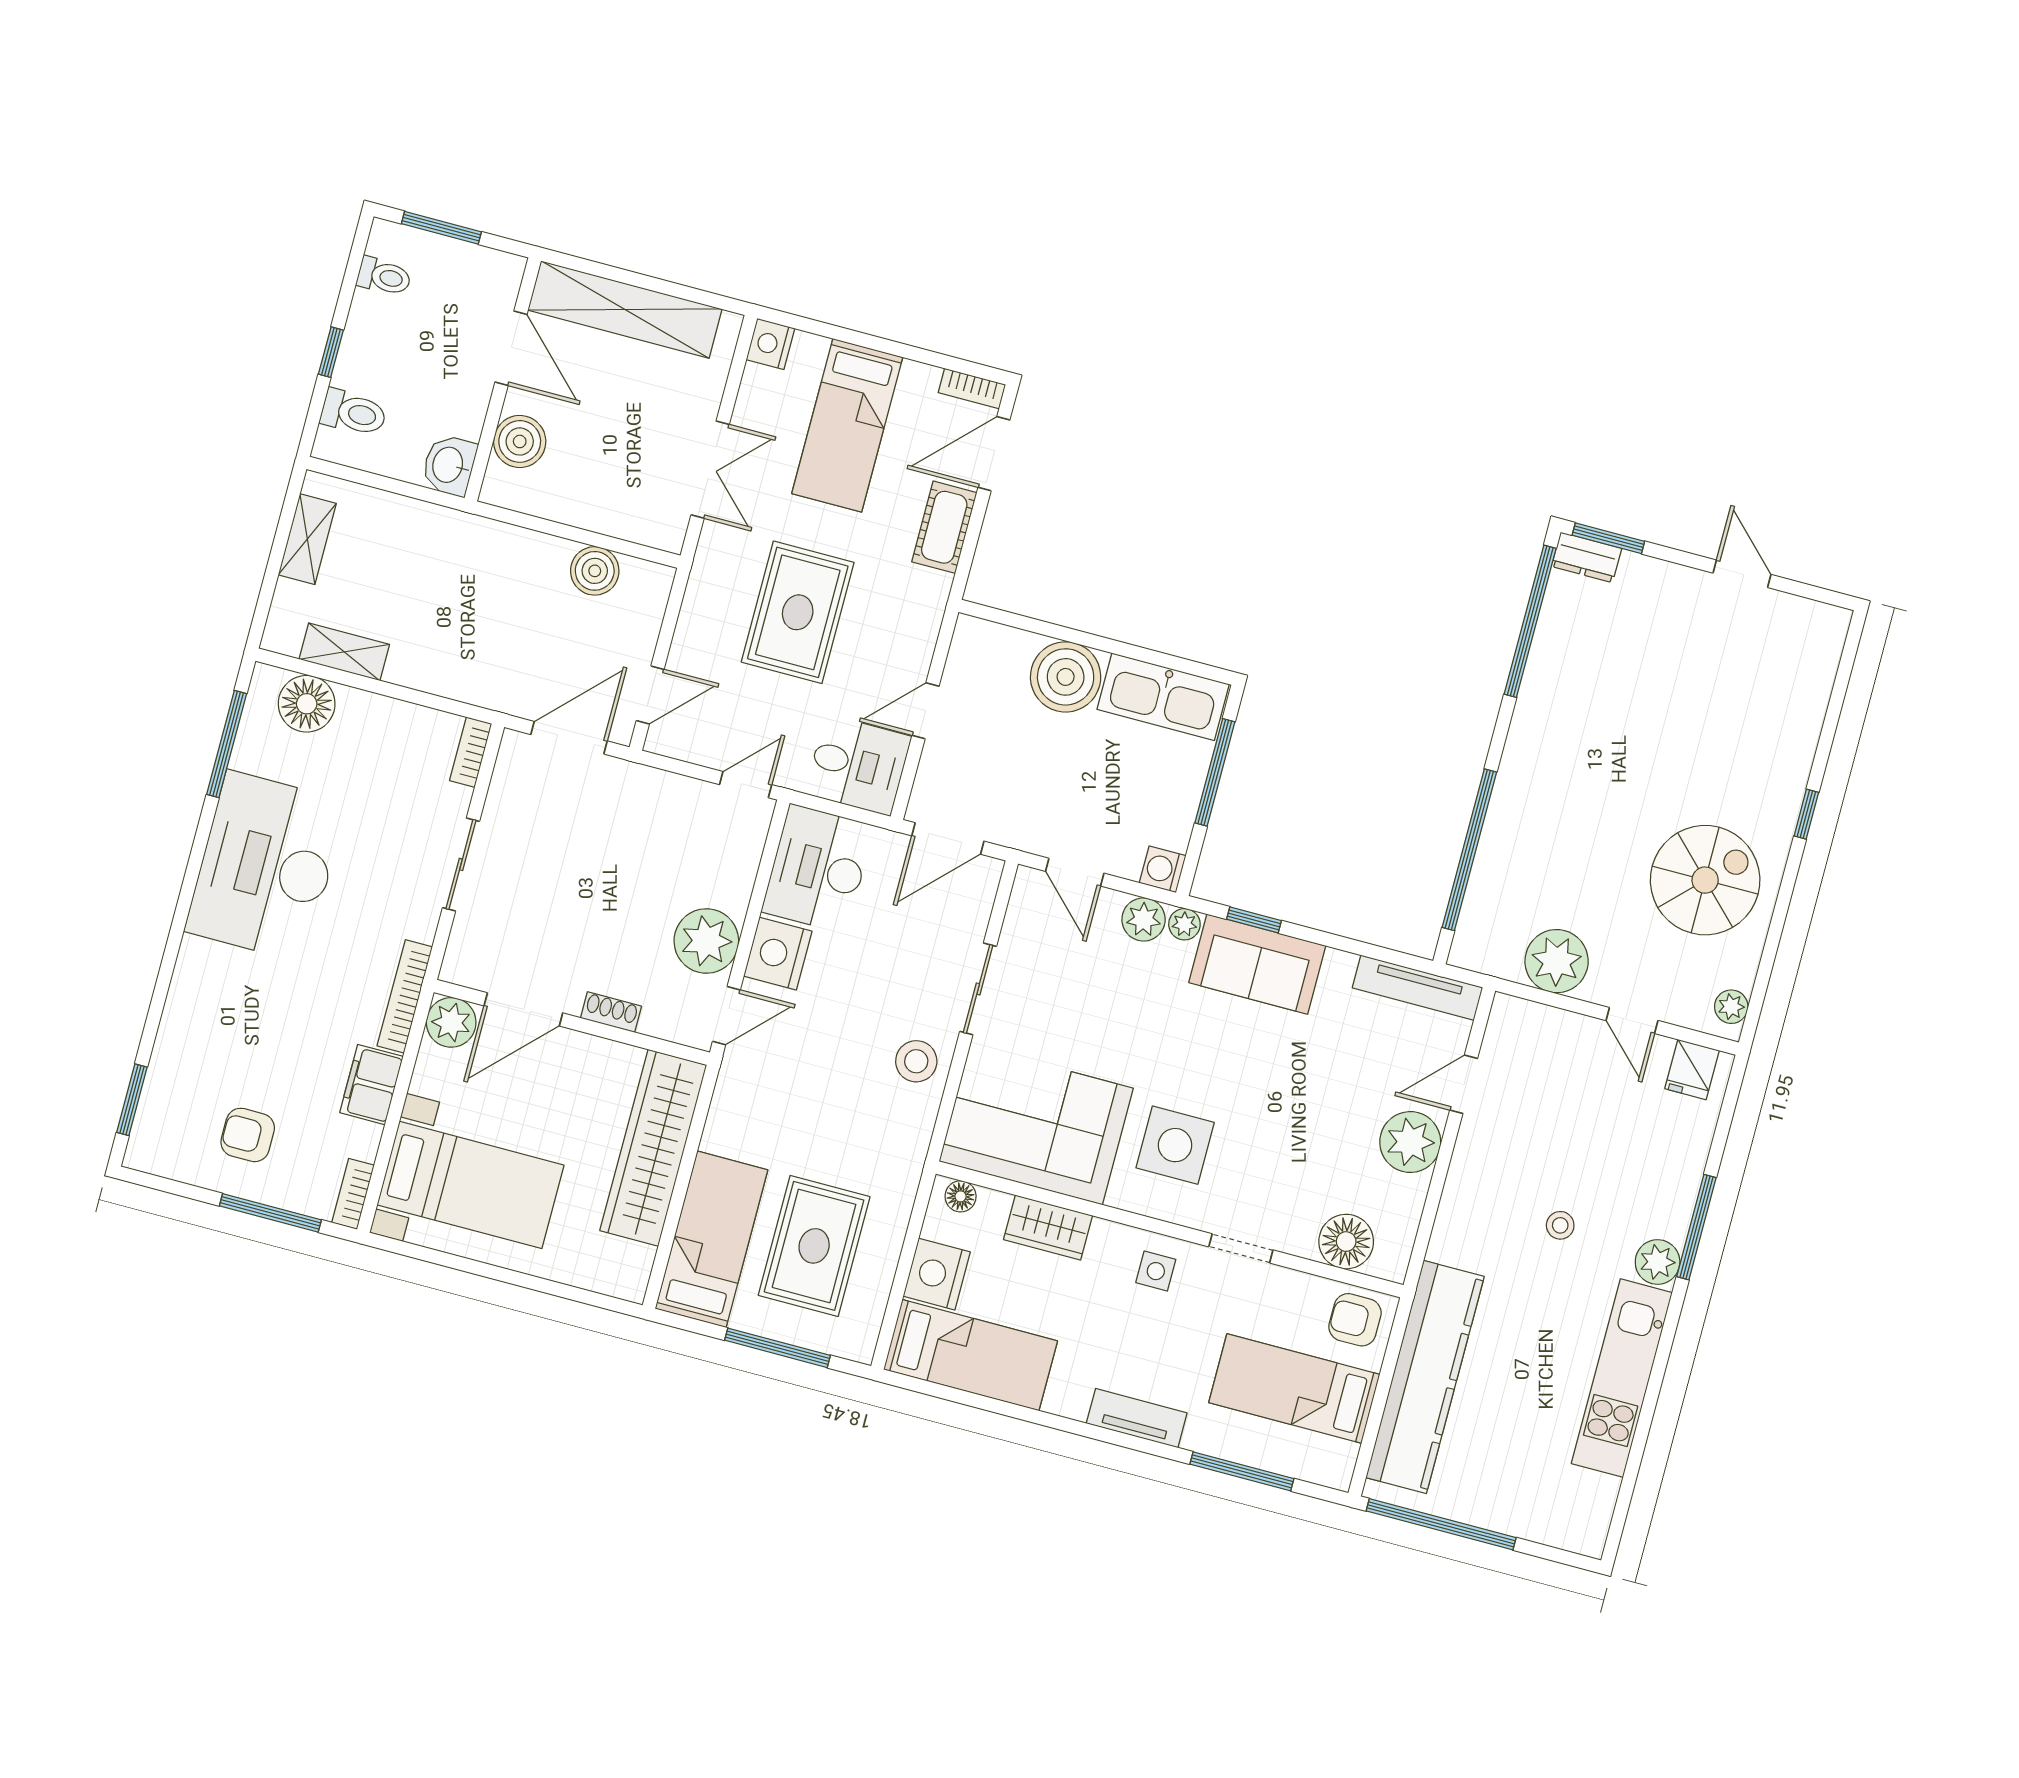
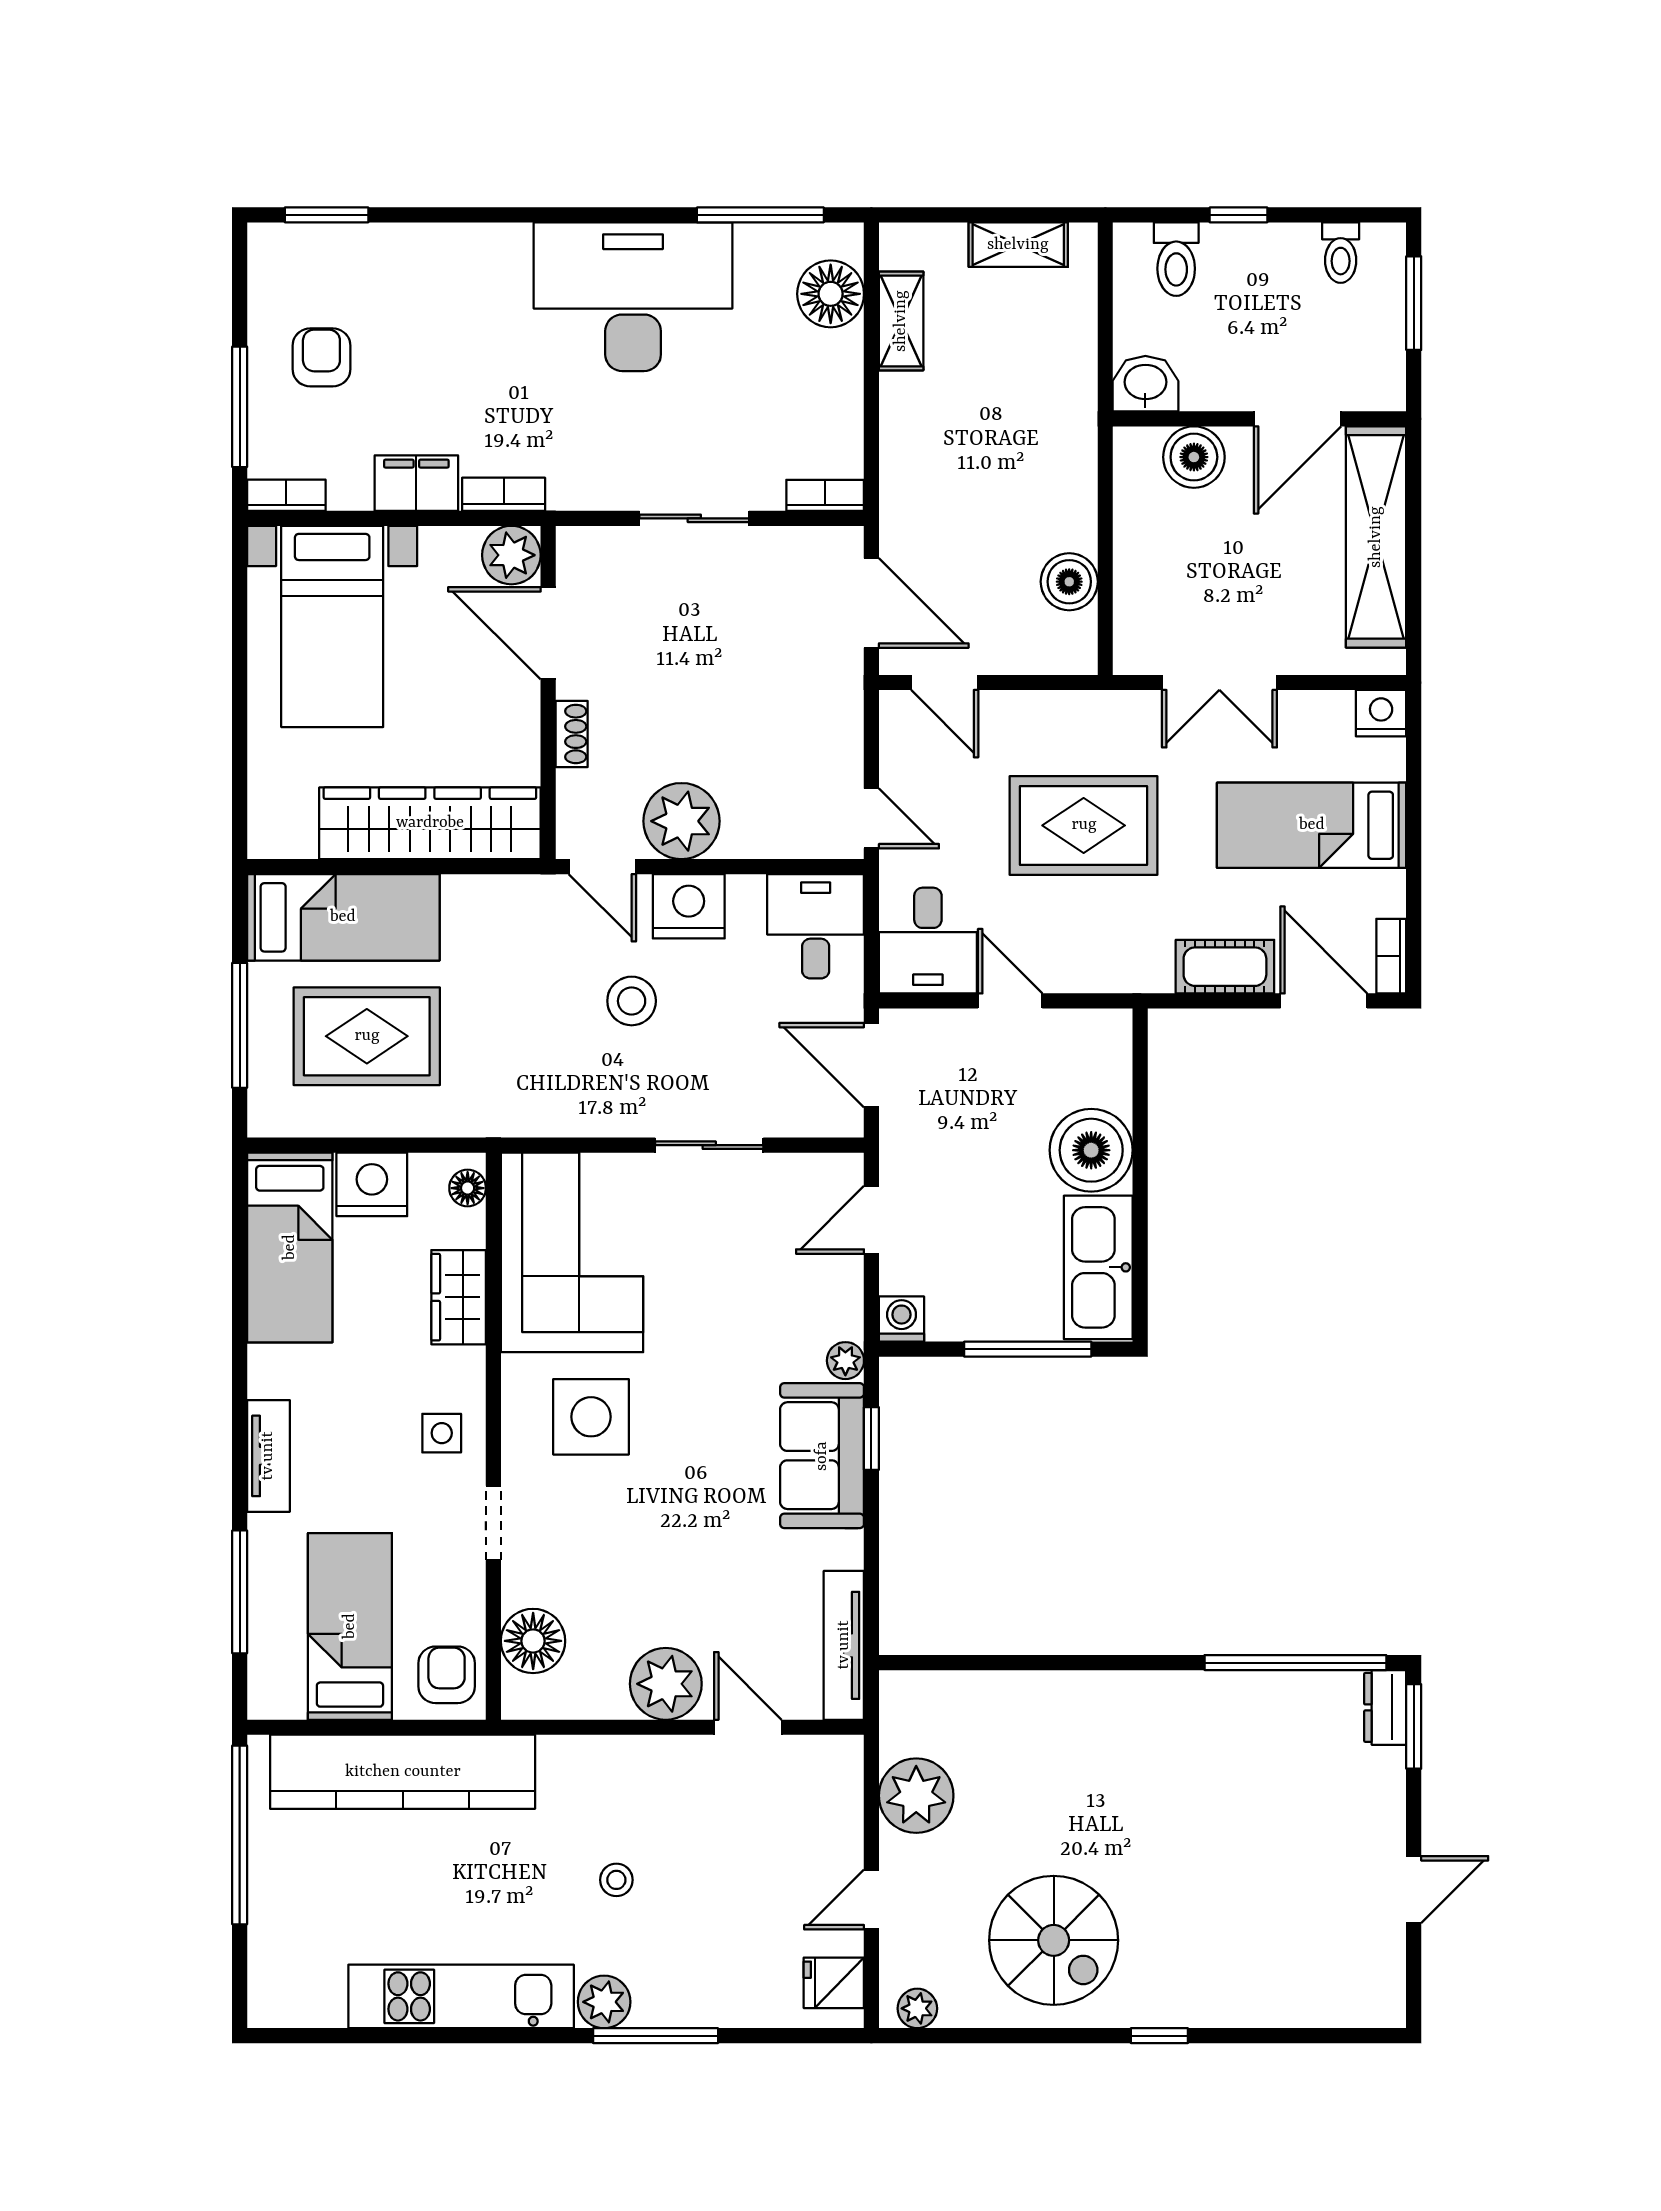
window: (1469, 850) -> (1017, 1663), removed
desk: (818, 869) -> (816, 926), width x0.73
plant: (1144, 919) -> (839, 1313), removed
bookcase: (405, 996) -> (504, 494), width x0.64
stool: (916, 1061) -> (632, 1001), moved

